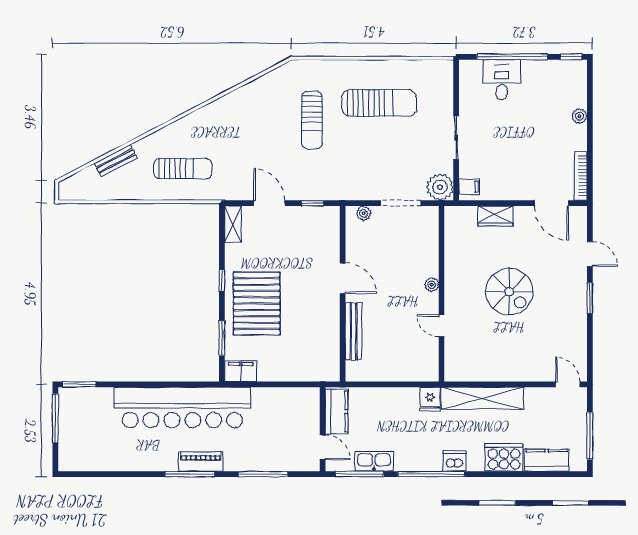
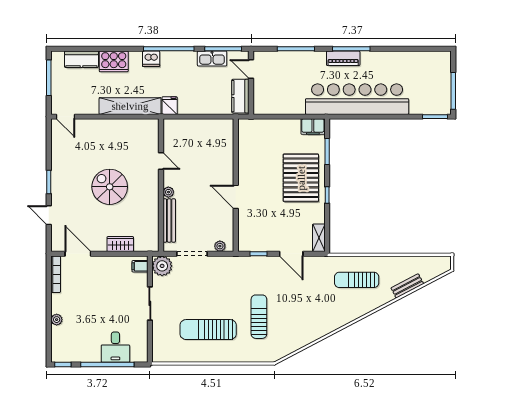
bench: (353, 331) -> (169, 220), moved

